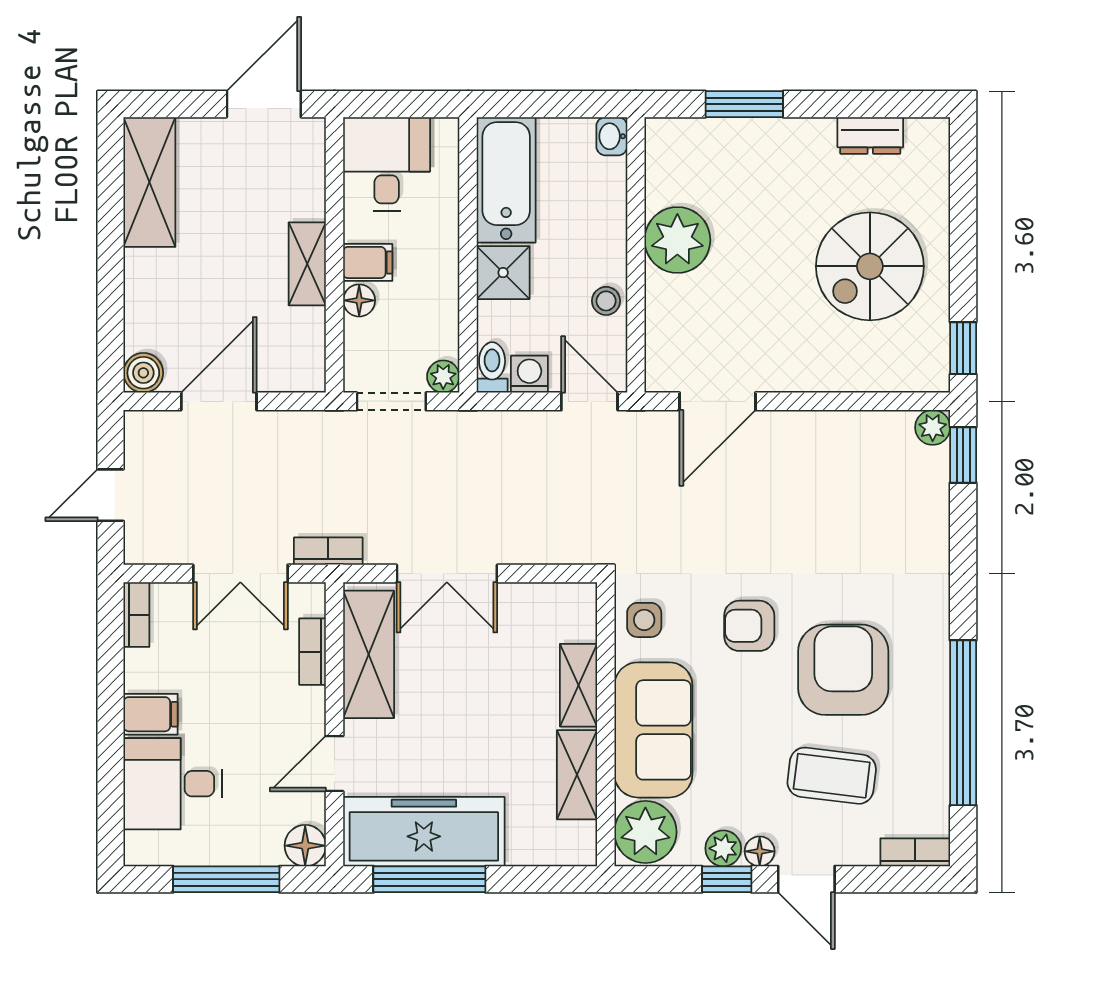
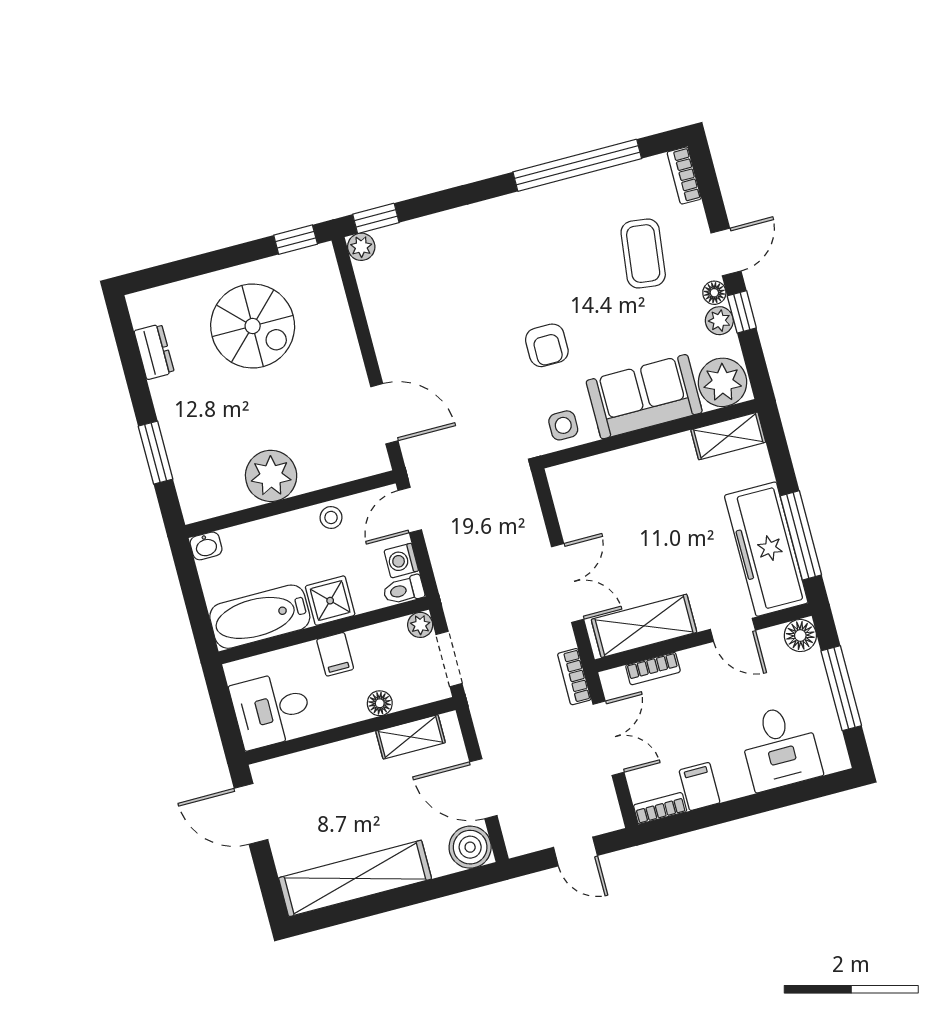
shelving: (149, 182) -> (355, 878), width x1.47
filing cabinet: (368, 262) -> (335, 654), moved, turned 180
shelving: (307, 264) -> (410, 737), moved
boiler: (143, 373) -> (470, 847), width x1.36, depth x1.36
armchair: (843, 670) -> (561, 266), removed
shelving: (578, 685) -> (625, 462), removed
filing cabinet: (151, 714) -> (700, 786), moved
shelving: (577, 775) -> (728, 436), moved

